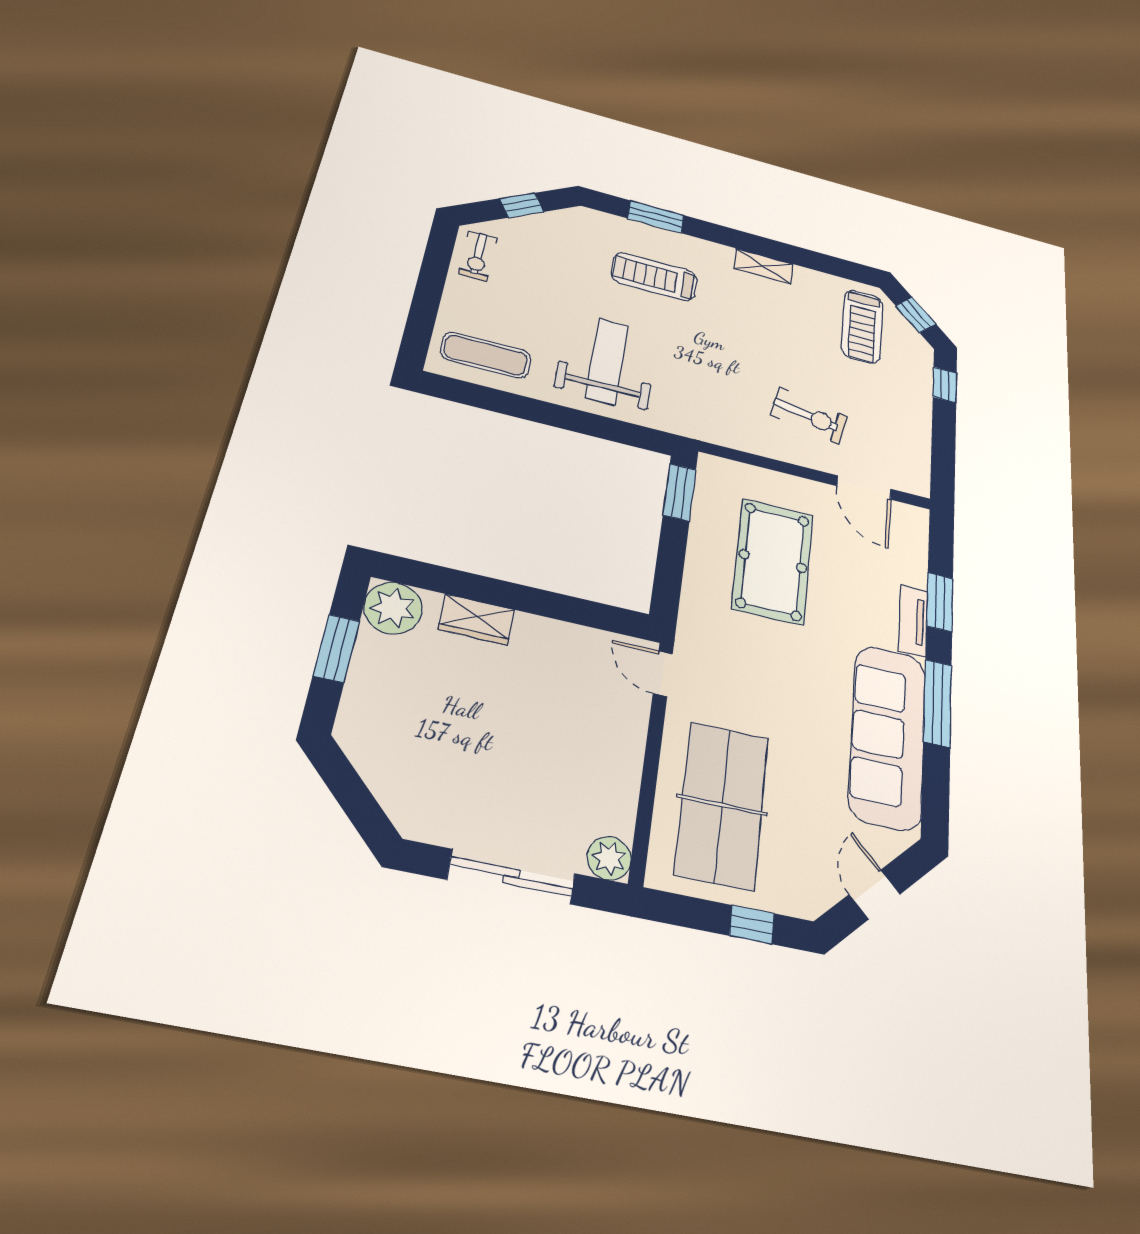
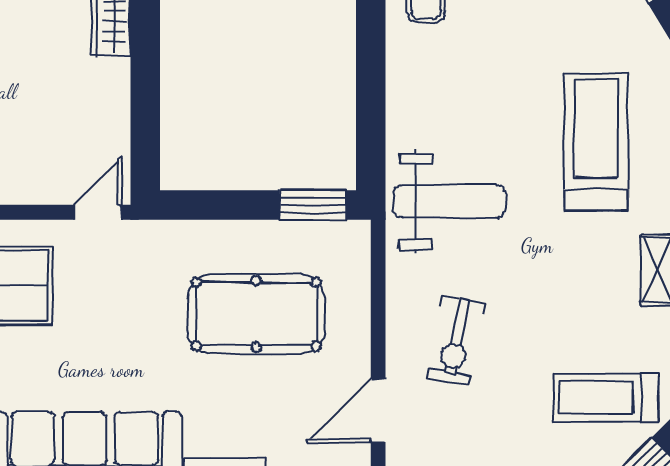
treadmill: (654, 277) -> (596, 142), width x1.37, depth x1.38
weight bench: (607, 361) -> (449, 201), moved

